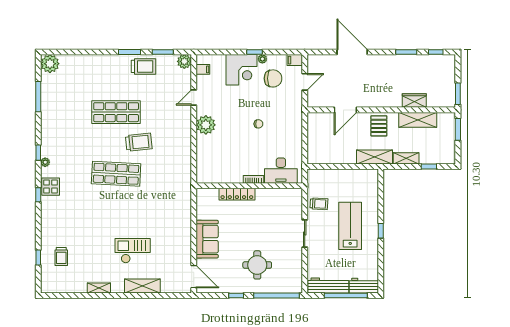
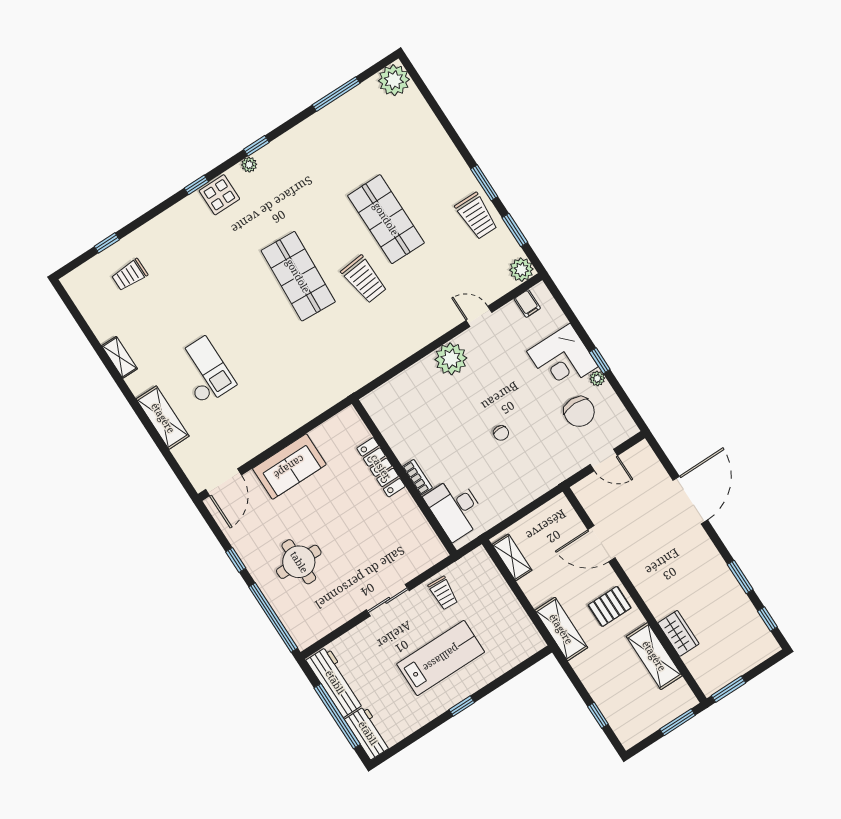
filing cabinet: (295, 60) -> (626, 426), removed
shelving: (406, 158) -> (512, 557), moved

